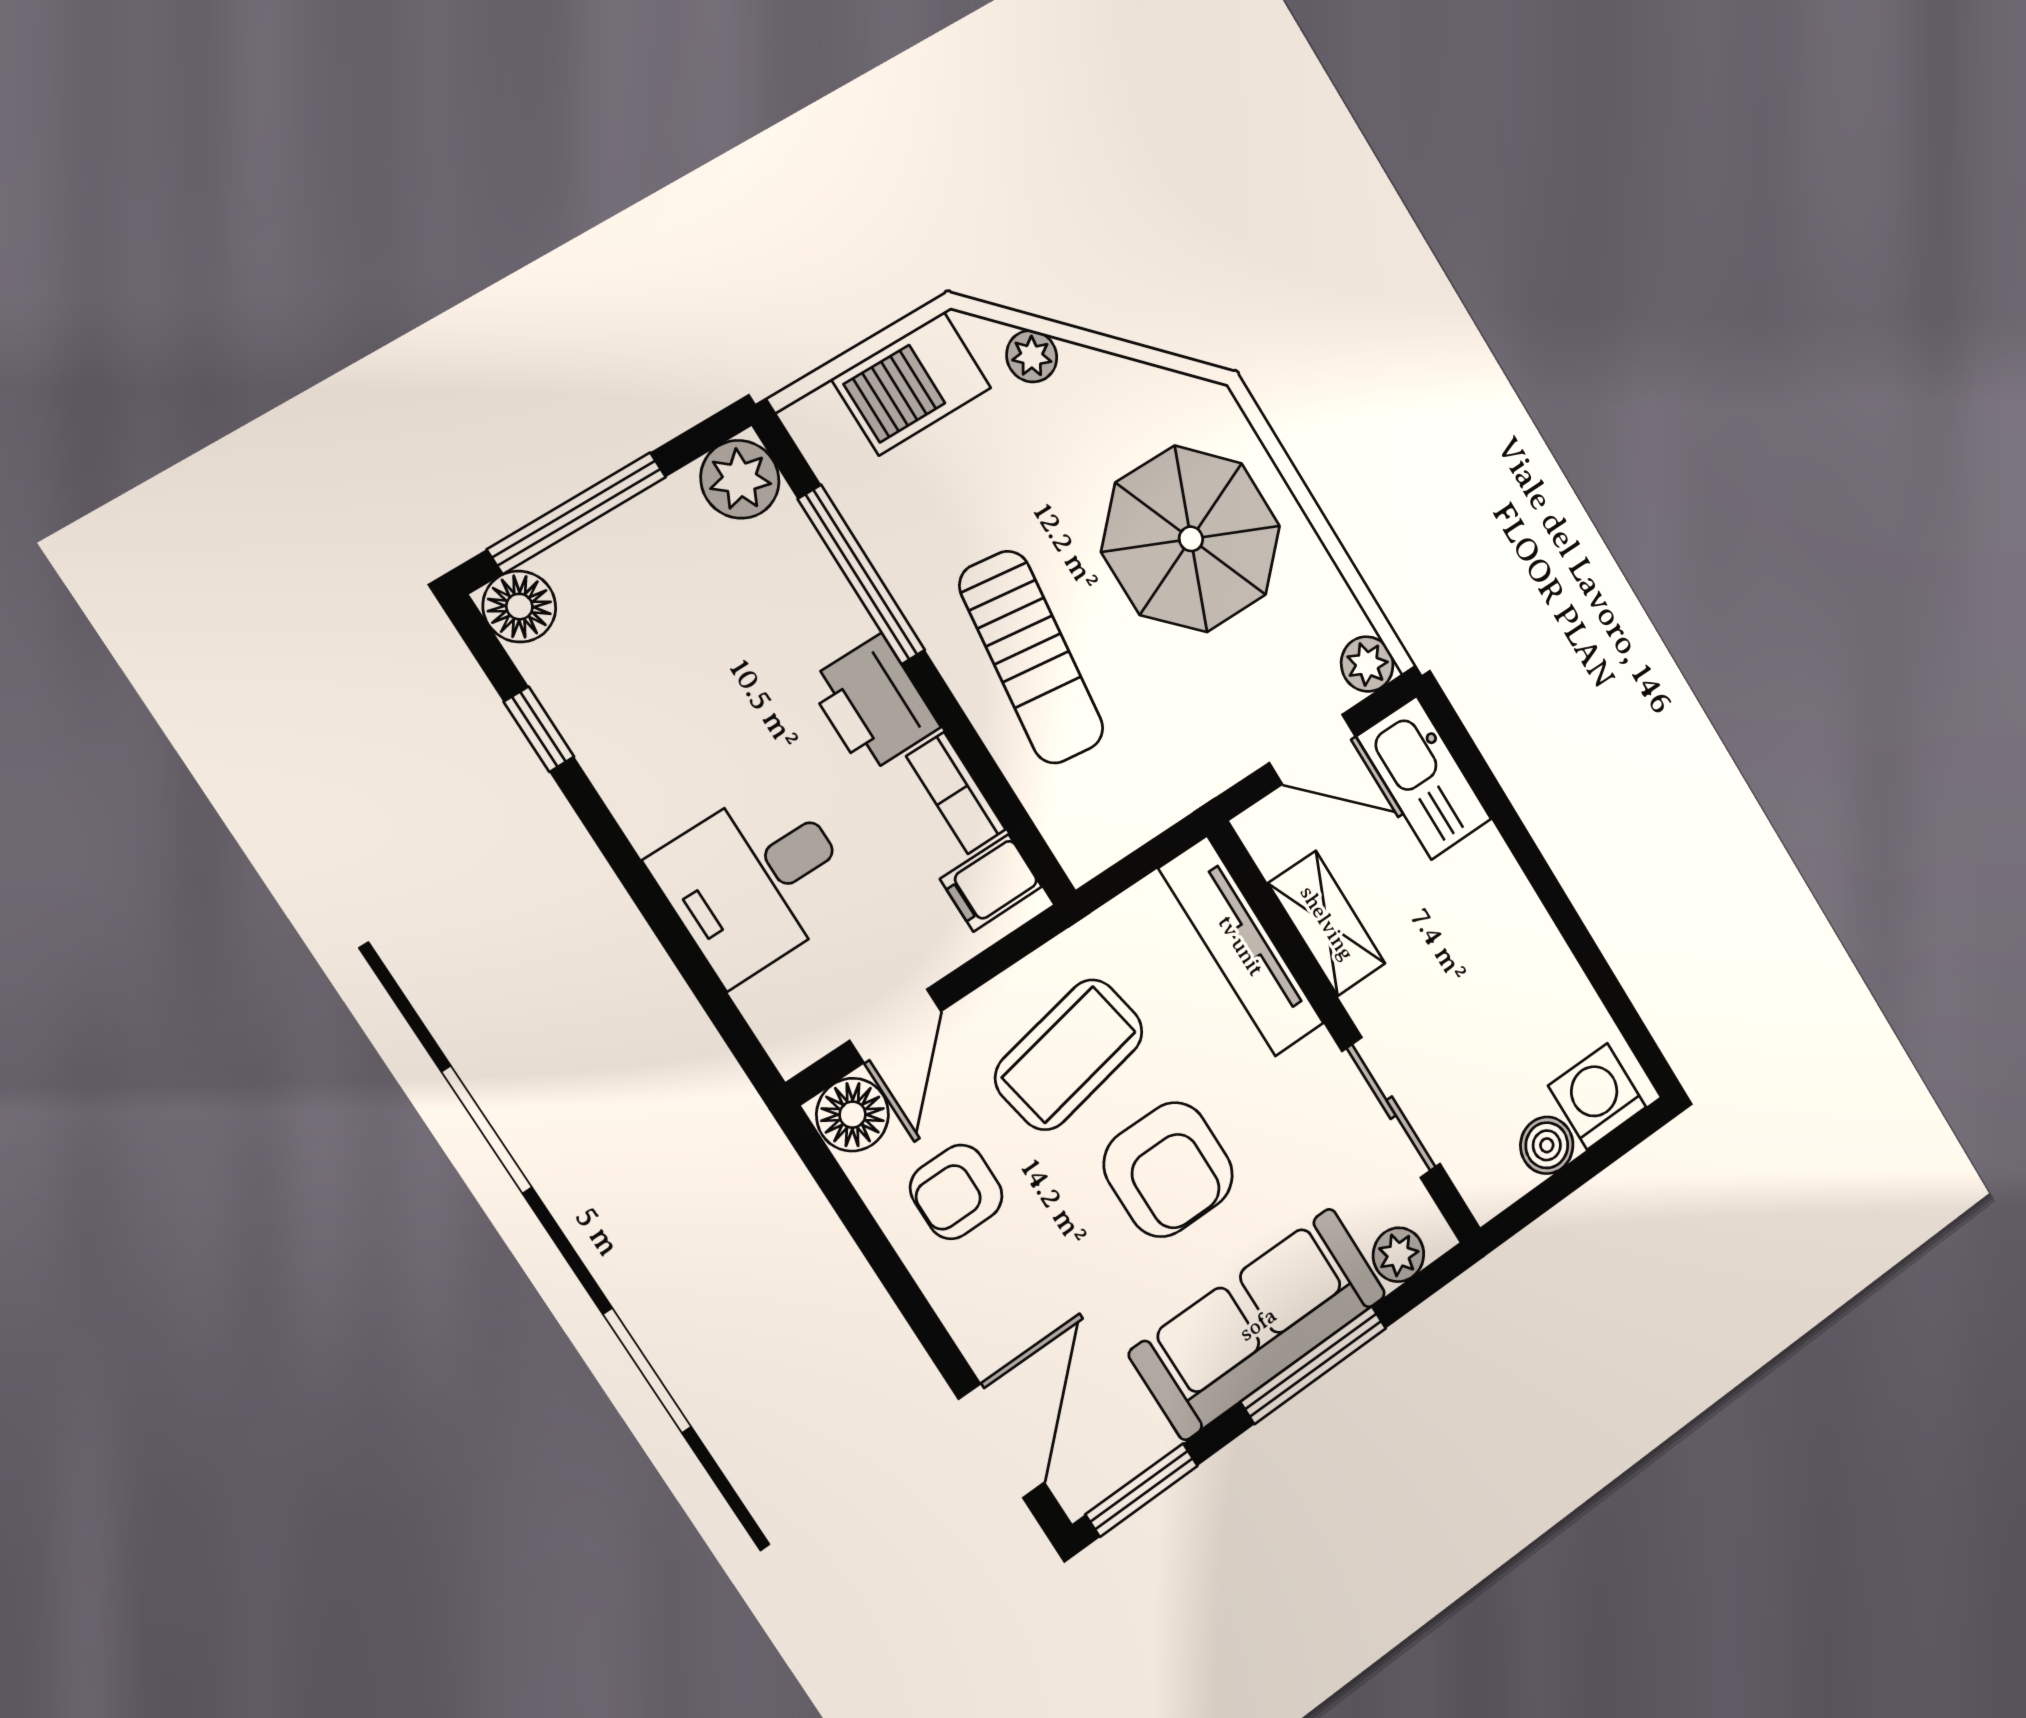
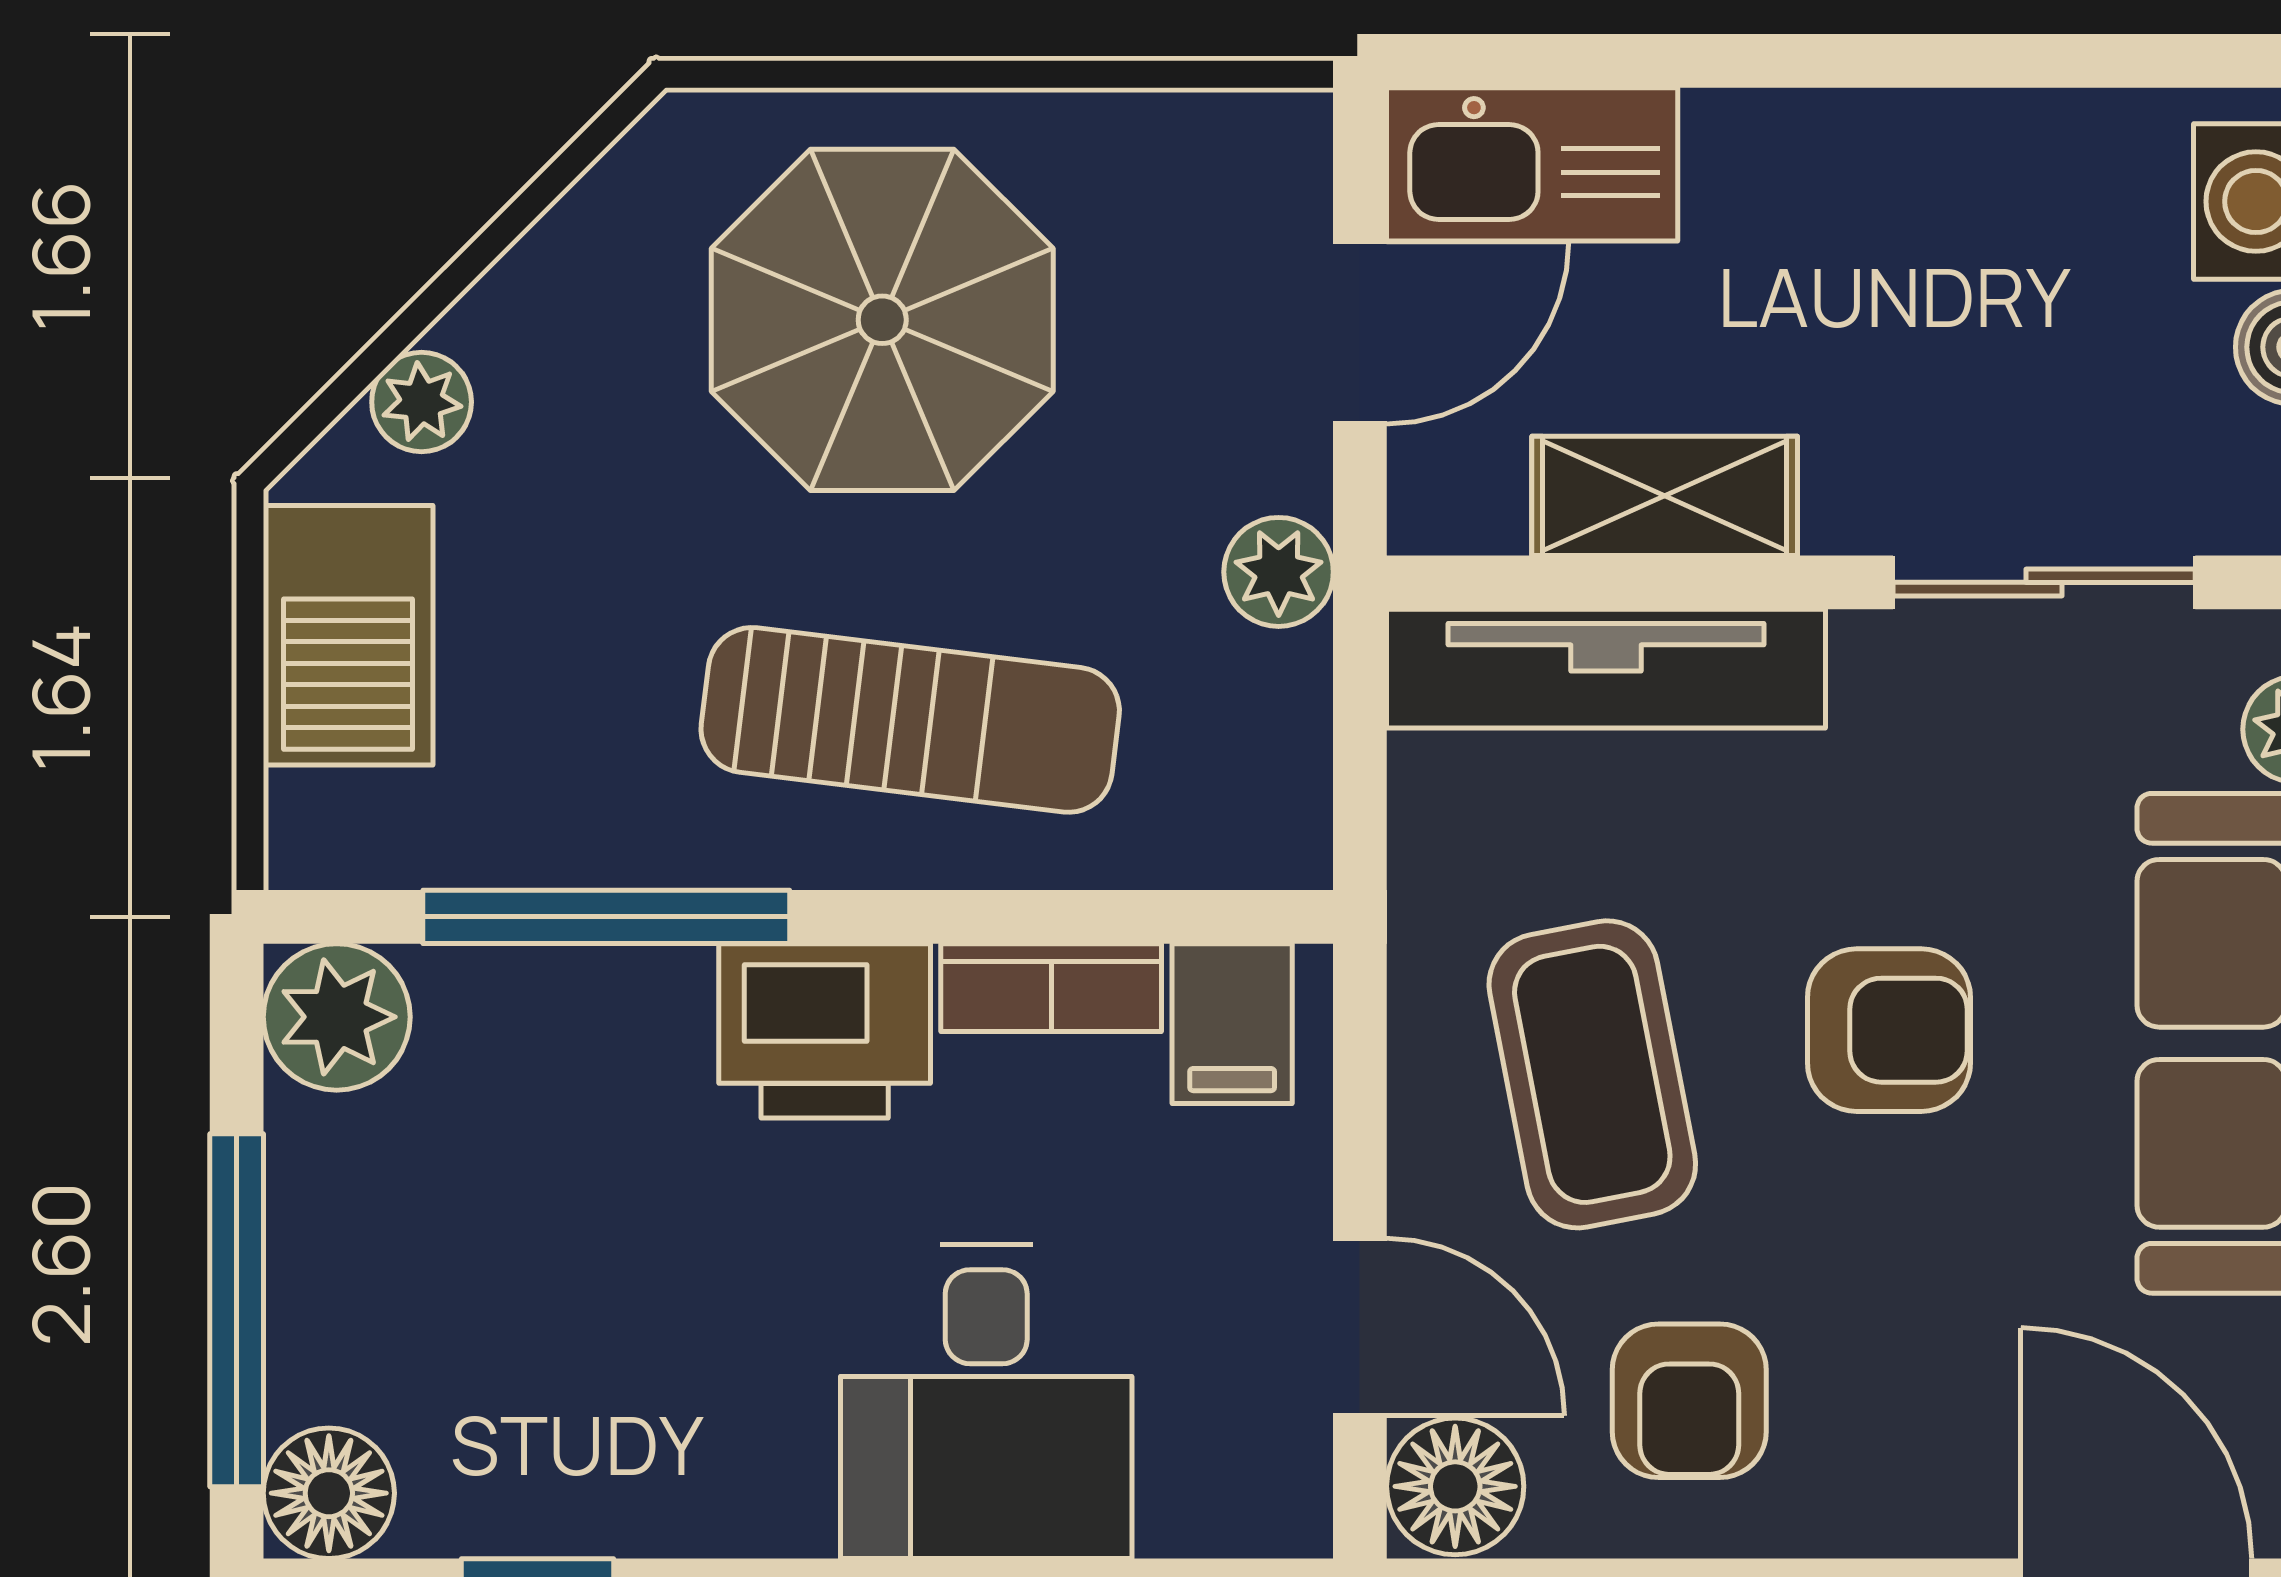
plant: (1367, 664) -> (1279, 572), moved
armchair: (1168, 1170) -> (1889, 1030), width x0.72, depth x0.72

